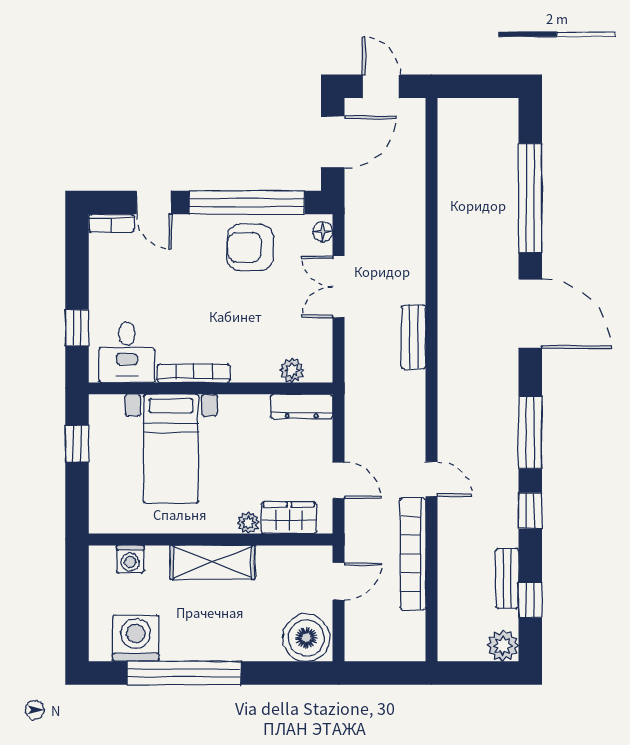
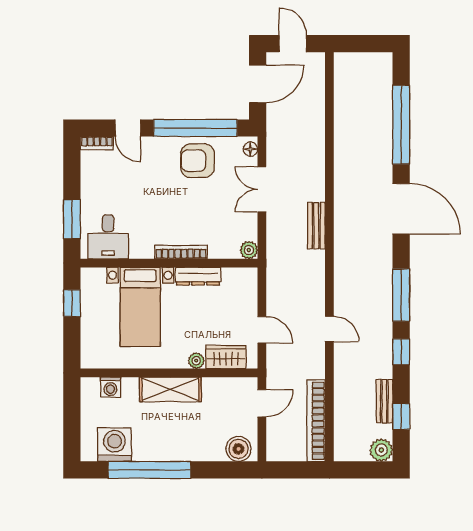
window: (77, 328) -> (72, 219), width x1.50
plant: (292, 371) -> (249, 250), moved
bookcase: (194, 373) -> (181, 252), moved
dresser: (302, 406) -> (198, 276), moved
bookcase: (413, 554) -> (316, 421), moved
boiler: (306, 638) -> (239, 449), width x0.73, depth x0.73

